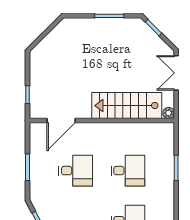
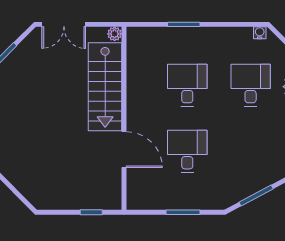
door: (61, 121) -> (124, 150), moved

